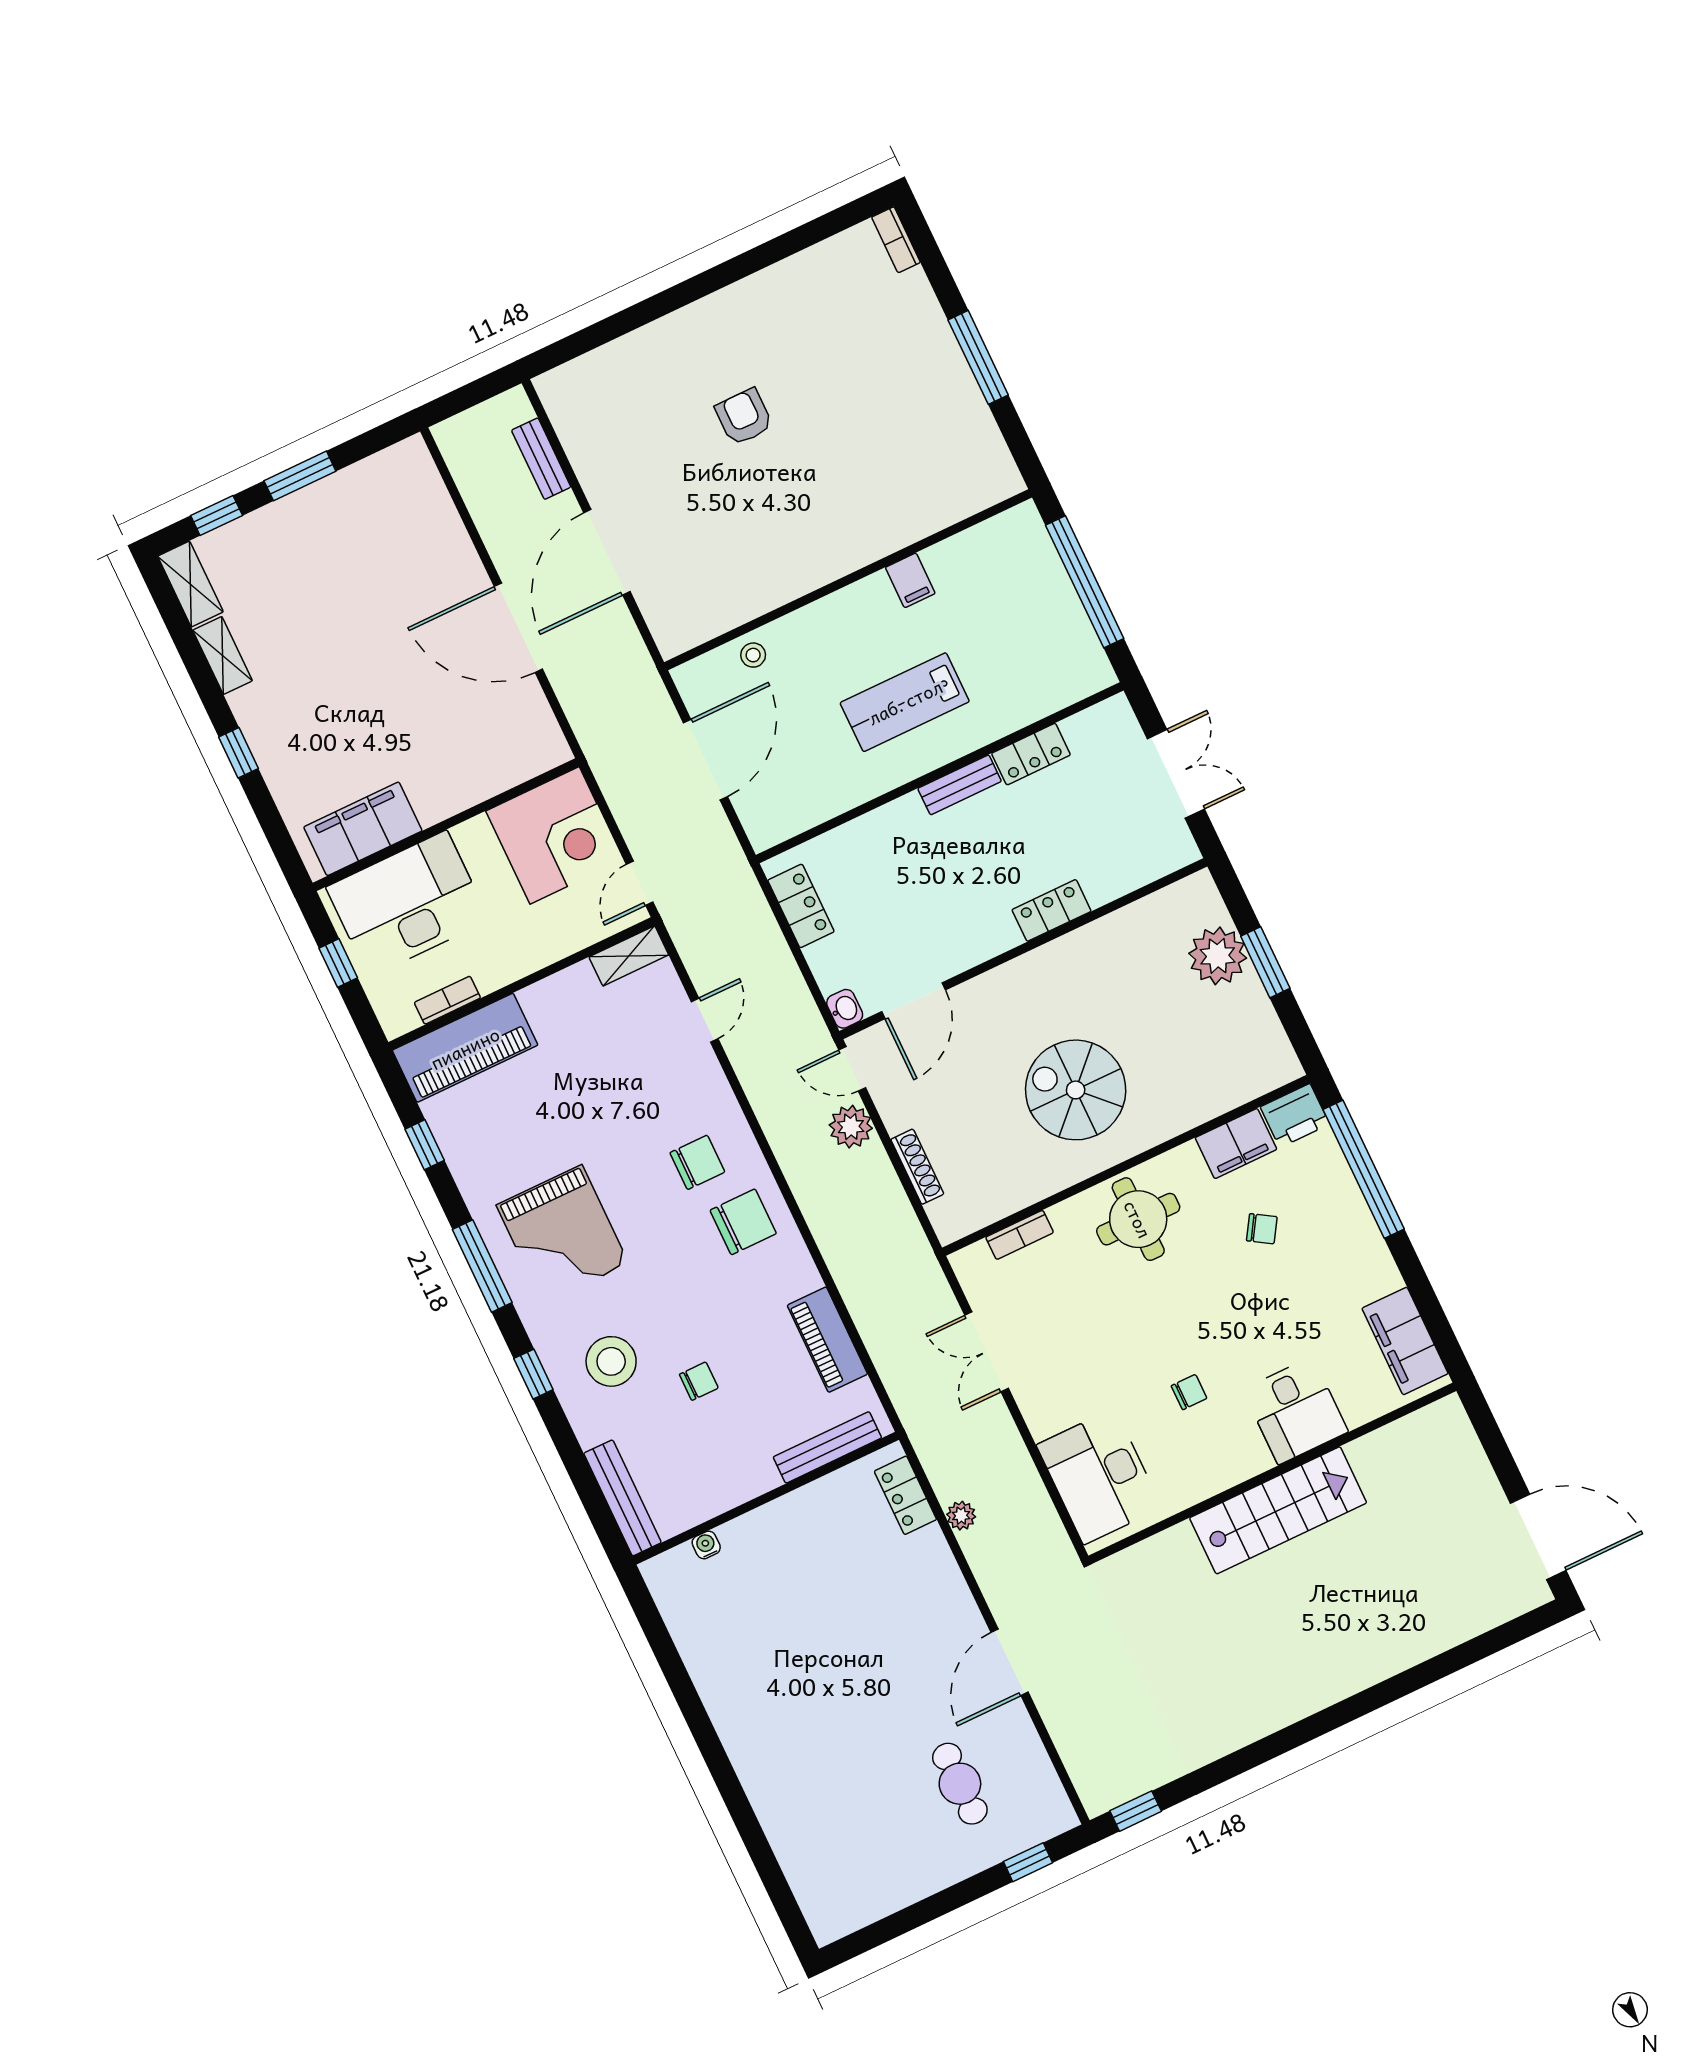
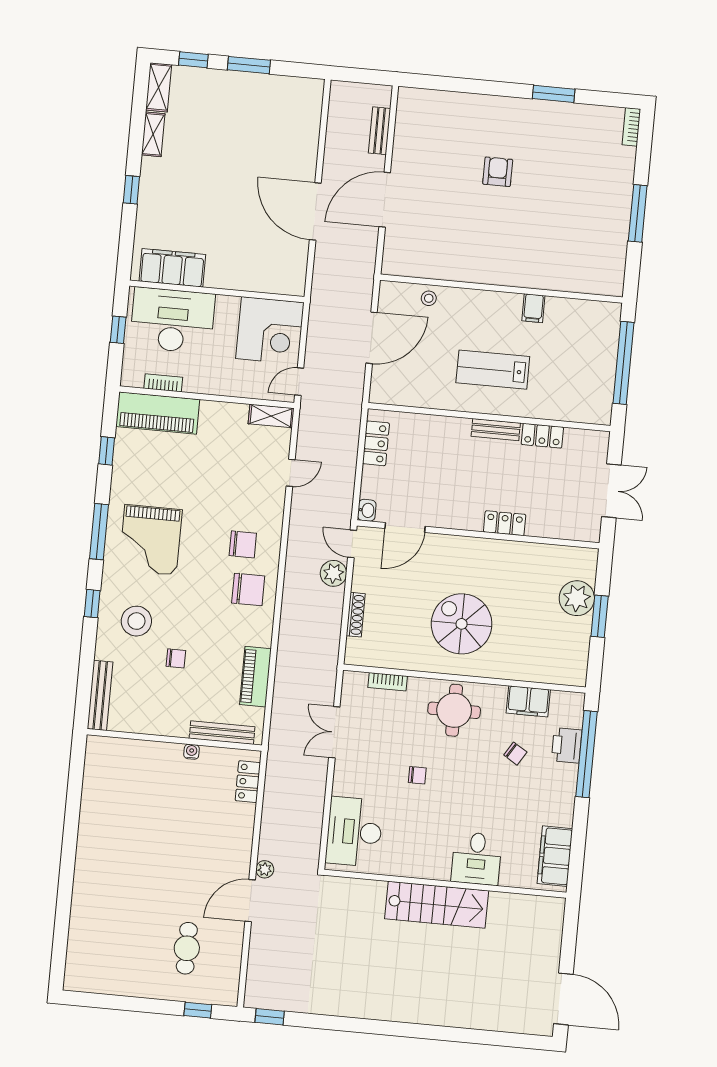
window: (757, 259) -> (554, 94), added
printer: (1295, 1116) -> (567, 745), moved, turned 90
chair: (1189, 1392) -> (417, 775), moved
plant: (961, 1516) -> (265, 869), moved
water cooler: (706, 1545) -> (192, 752), moved

